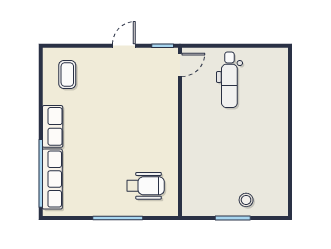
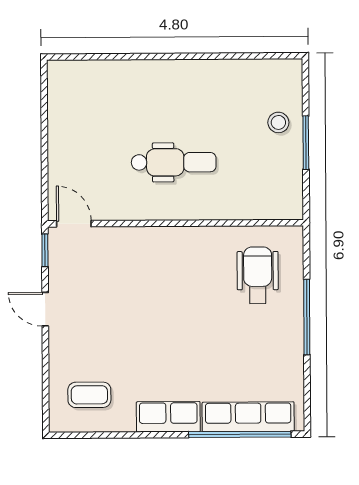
dental chair: (229, 80) -> (174, 162), moved

